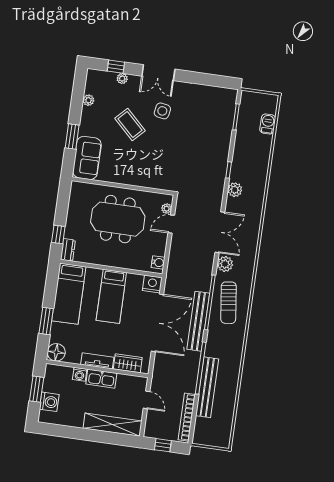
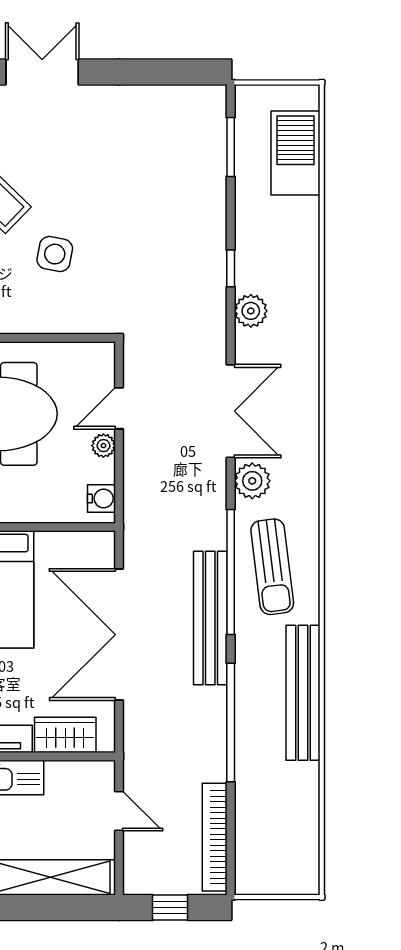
double door: (158, 73) -> (42, 72), swing flipped
side table: (162, 111) -> (55, 254), moved
barbecue: (268, 124) -> (296, 153), width x1.88, depth x1.53
plant: (167, 209) -> (103, 446), moved
nightstand: (152, 284) -> (95, 549), removed
double door: (157, 323) -> (119, 635), swing flipped
bench: (207, 387) -> (303, 693), moved

